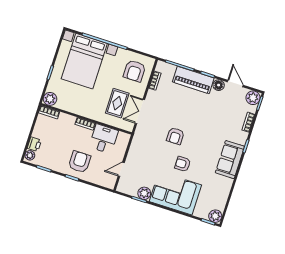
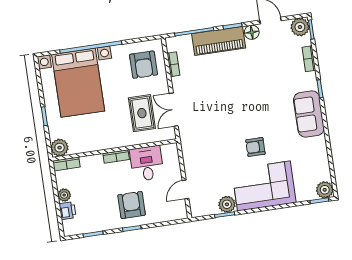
armchair: (175, 136) -> (230, 118), removed
plant: (30, 155) -> (64, 195), moved

